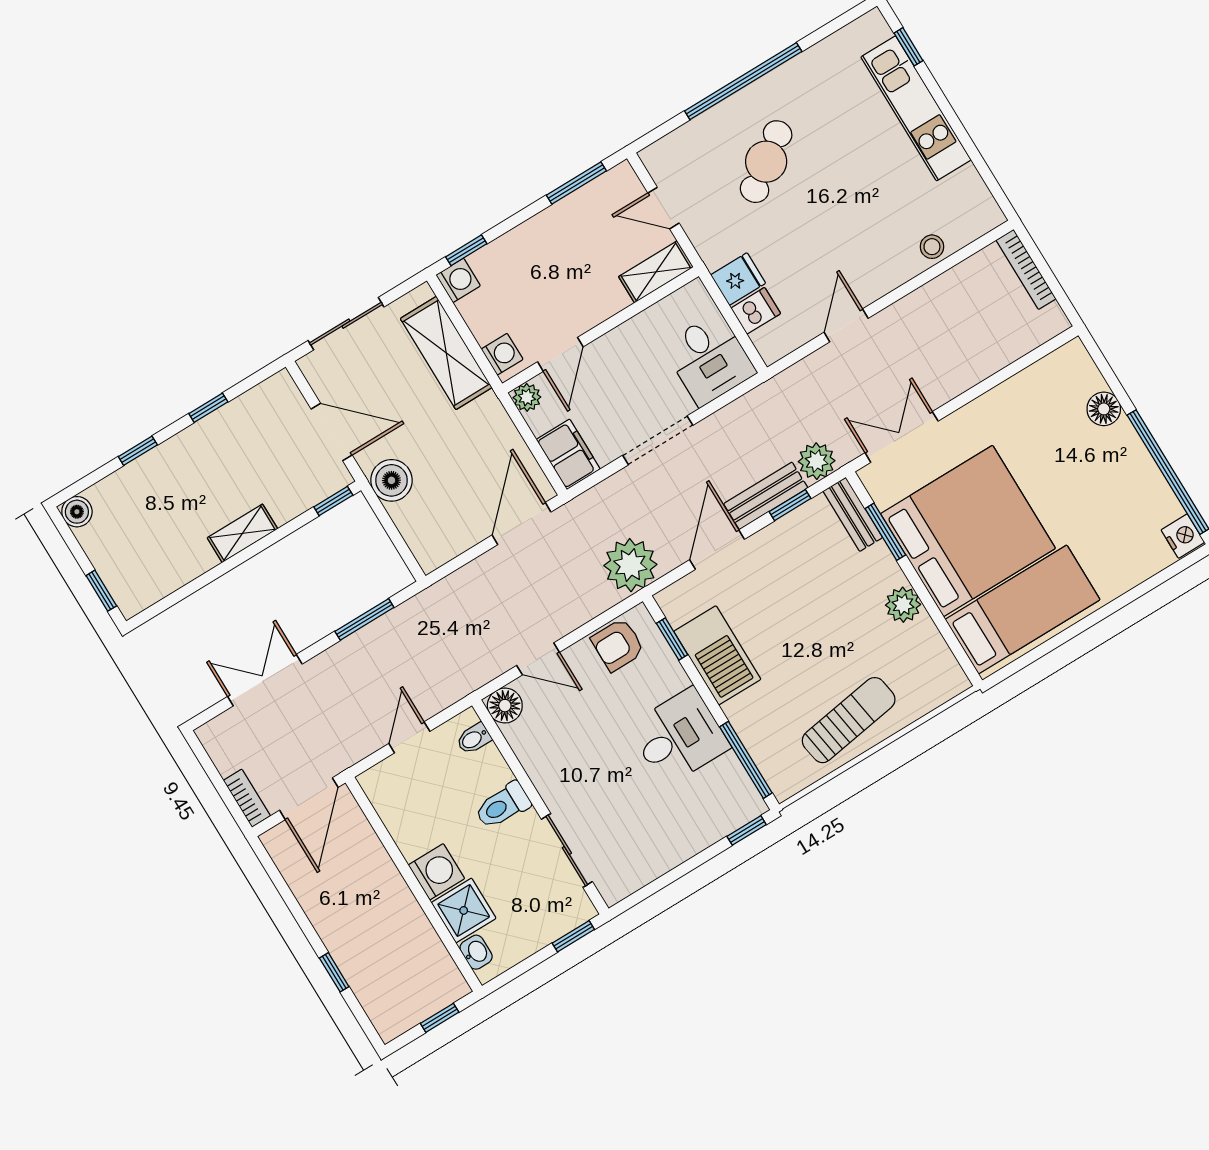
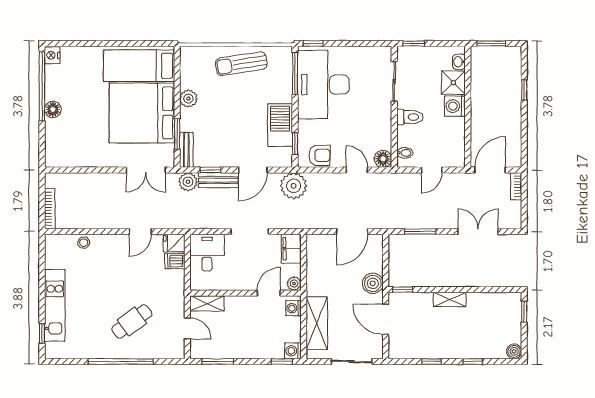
fridge: (738, 279) -> (174, 243), moved
floor lamp: (1104, 409) -> (53, 109), moved
door: (521, 524) -> (352, 232), moved
double door: (265, 680) -> (478, 232), swing flipped
desk: (679, 737) -> (323, 85), width x1.87, depth x1.30
window: (440, 1018) -> (491, 43), width x1.50

